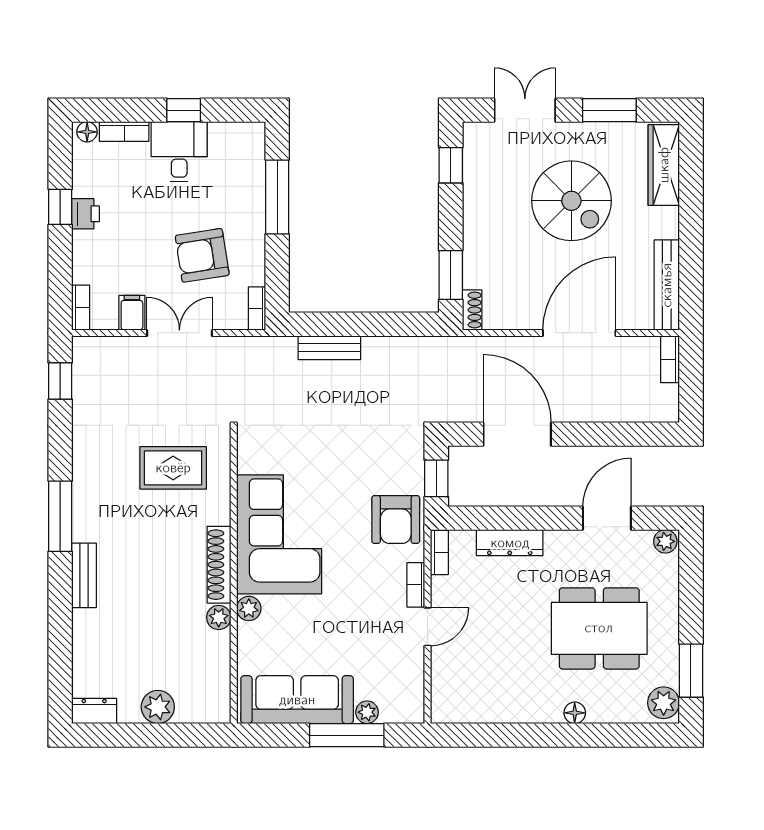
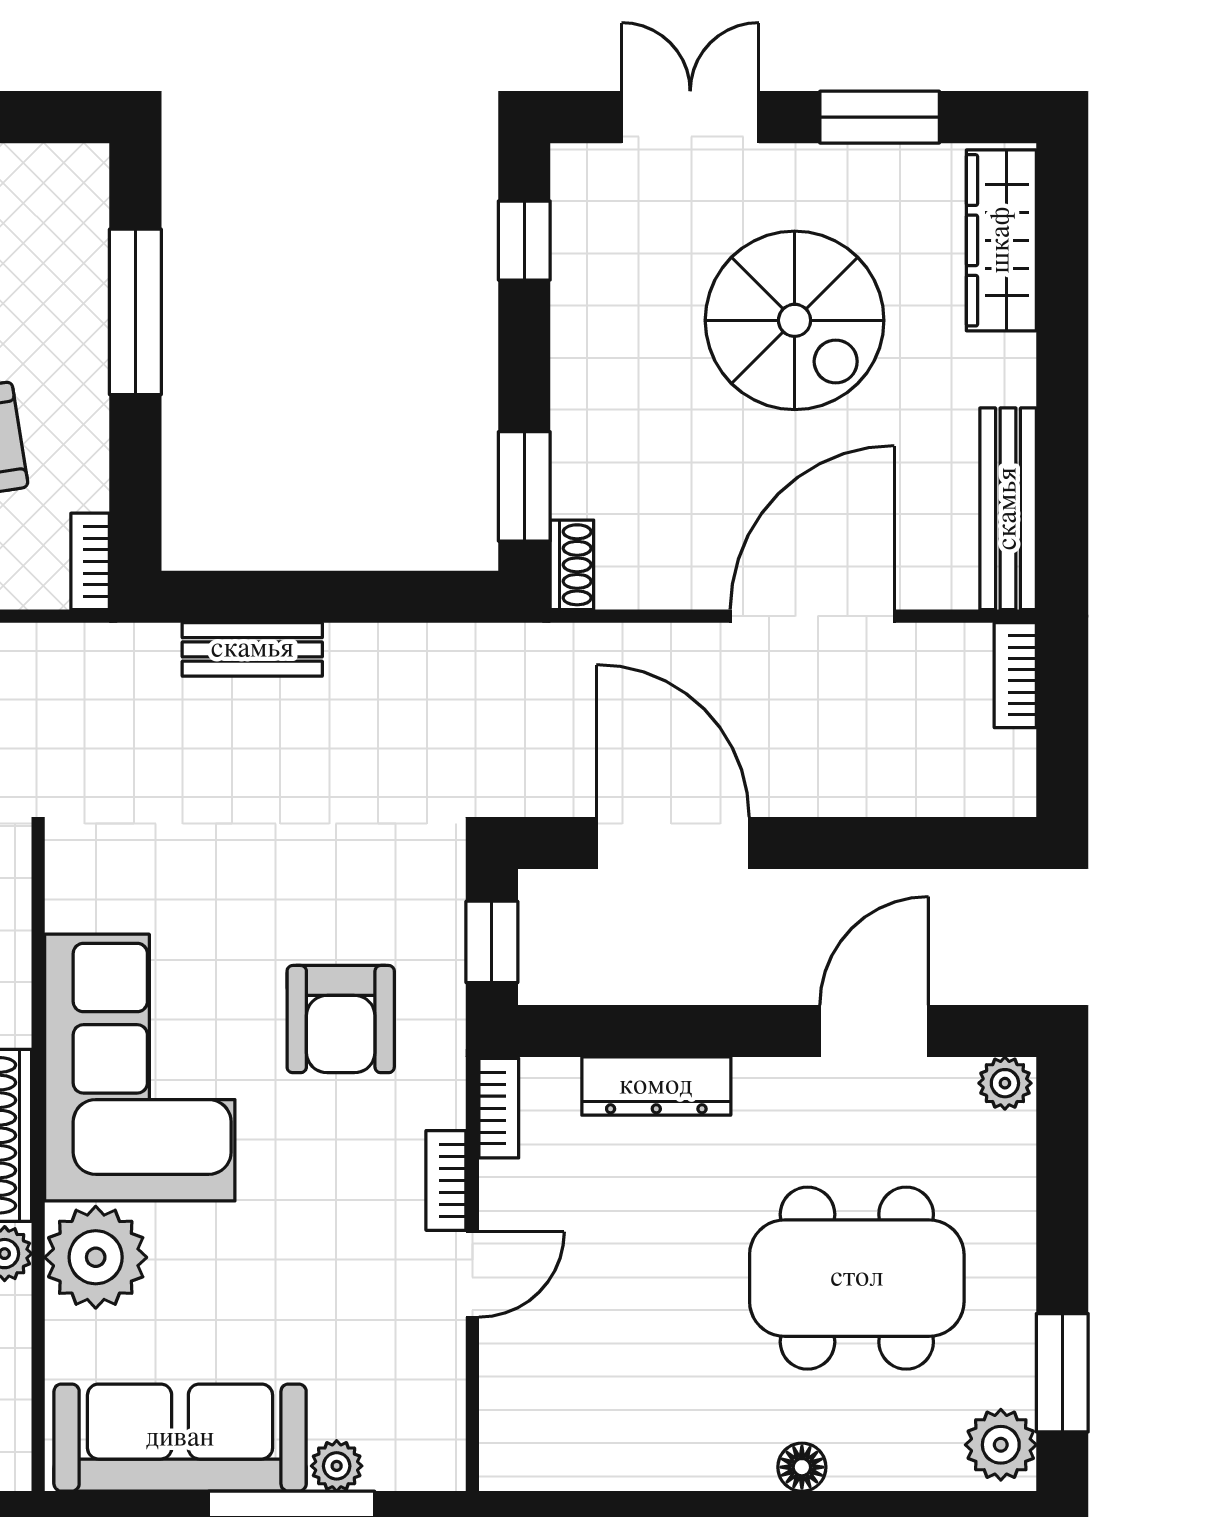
armchair: (396, 520) -> (341, 1019), moved
plant: (249, 608) -> (96, 1257), width x1.88, depth x1.88

